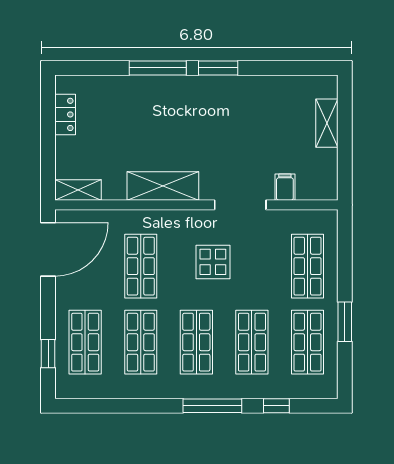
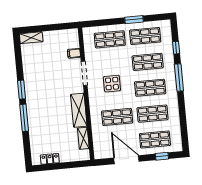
shelving: (327, 123) -> (31, 38), moved
shelving: (78, 190) -> (83, 138), moved
door: (48, 249) -> (126, 160), moved

